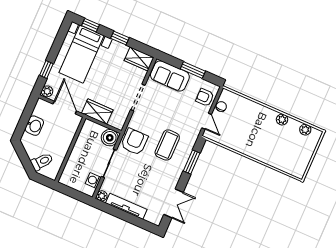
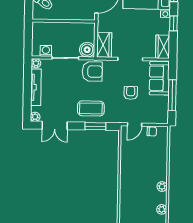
window: (193, 70) -> (172, 95), width x1.44
armchair: (205, 97) -> (131, 93), moved
wardrobe: (97, 112) -> (104, 45), moved
coffee table: (167, 145) -> (91, 108), moved
plant: (156, 220) -> (35, 117), added

